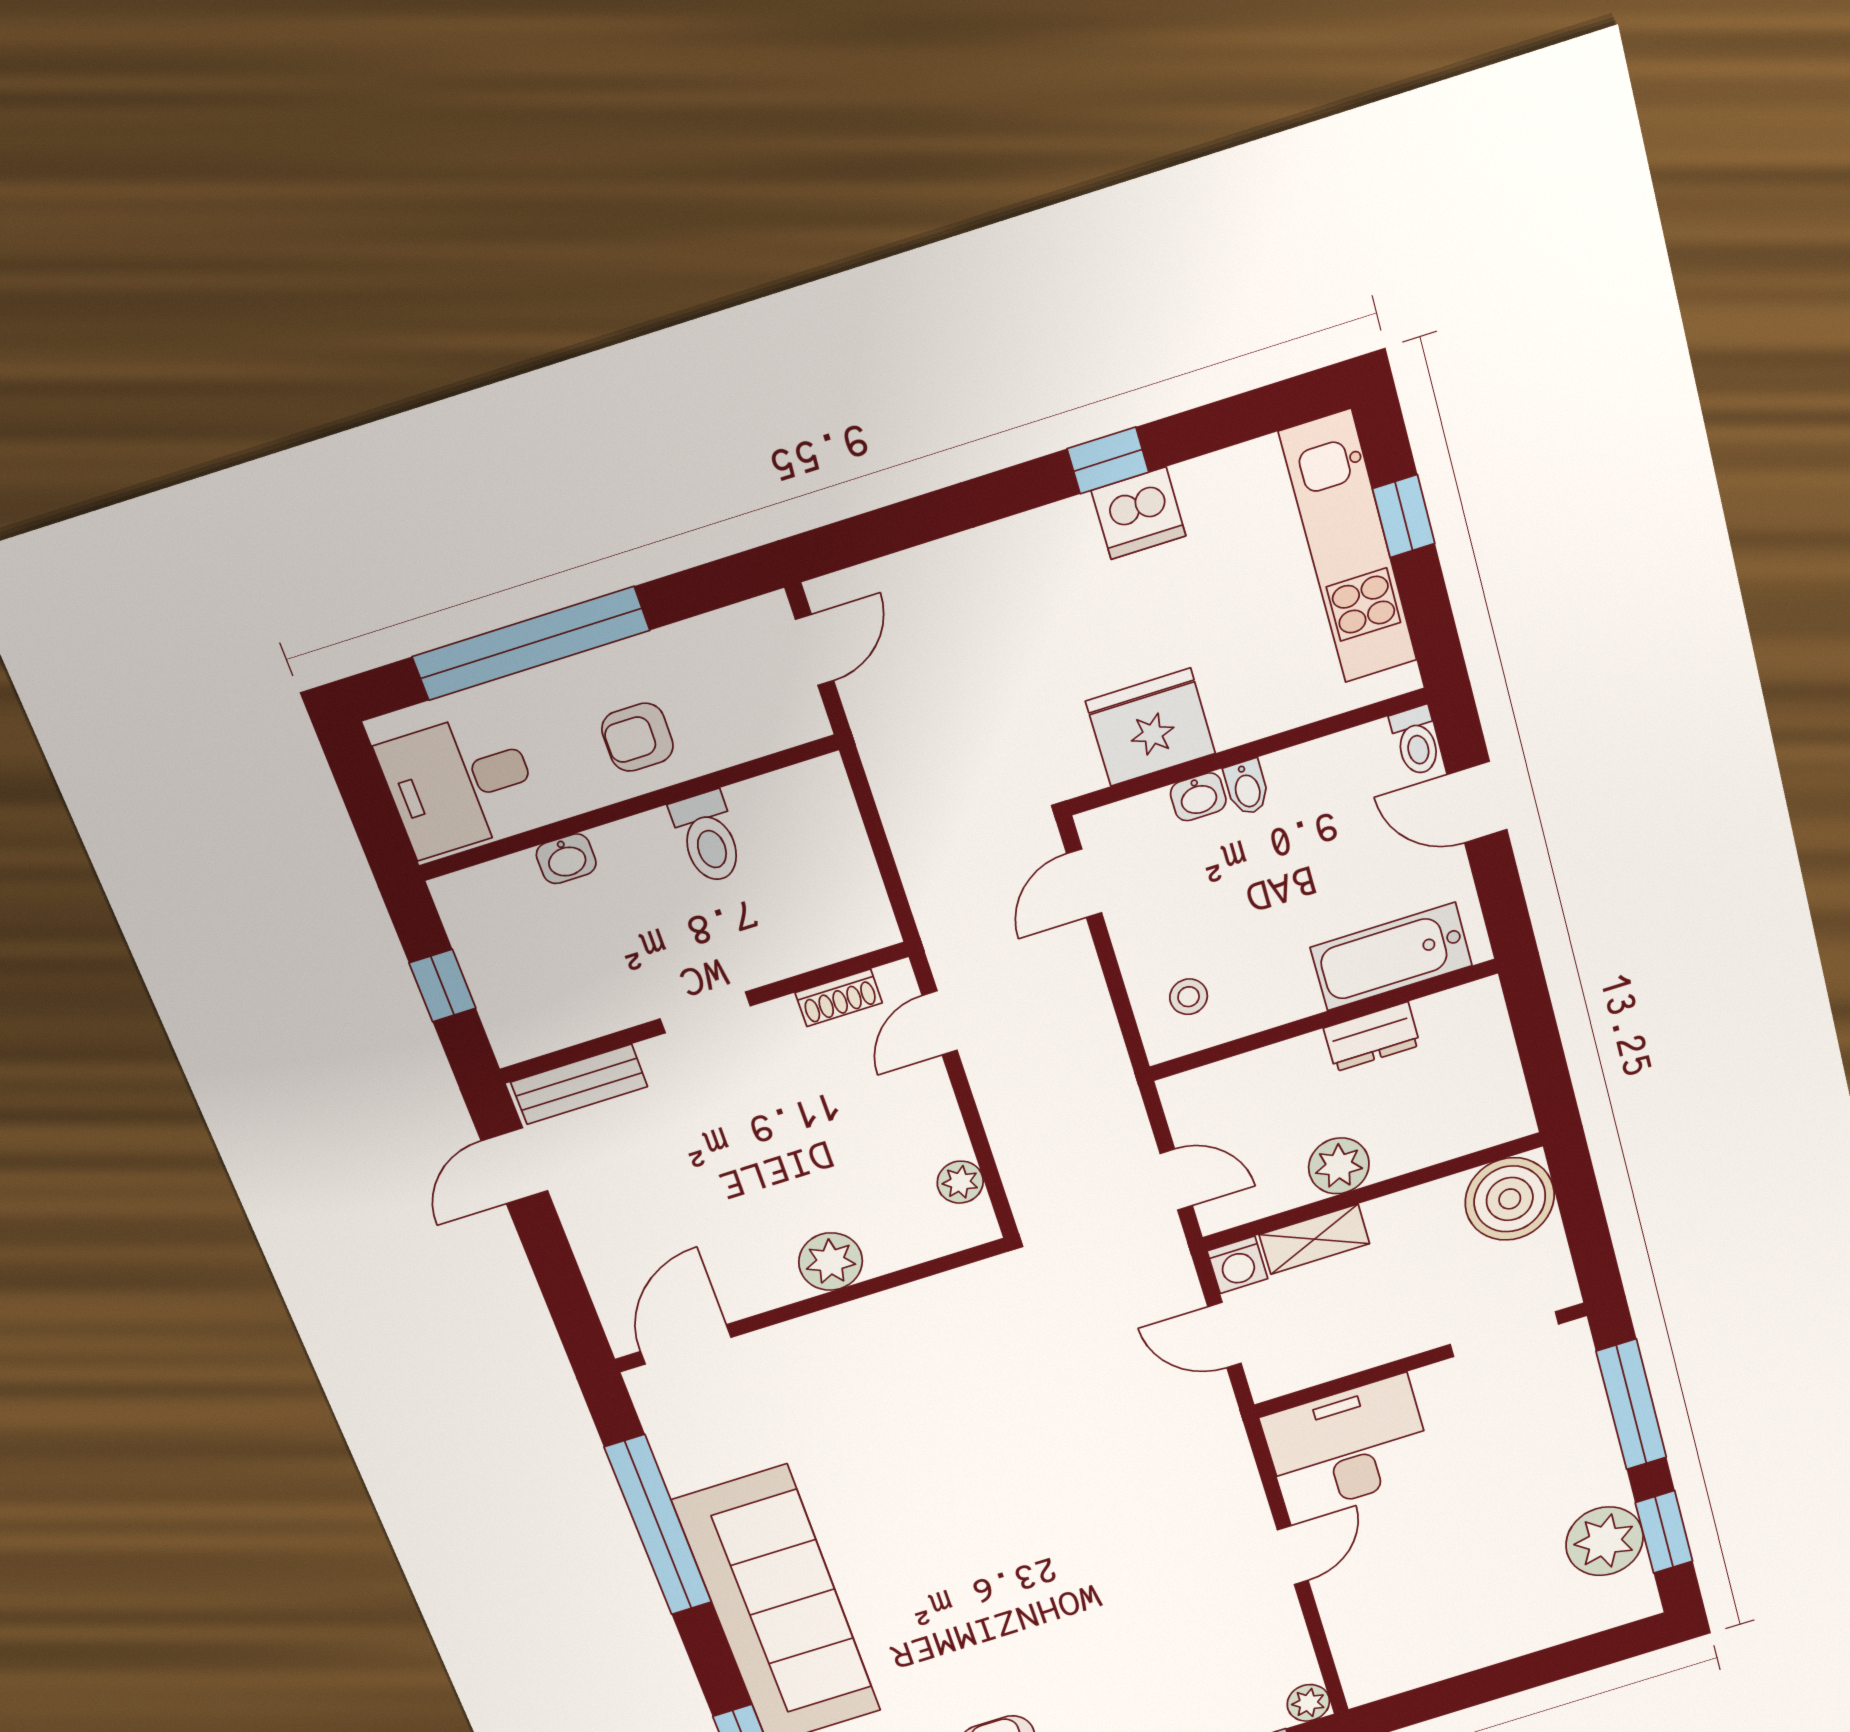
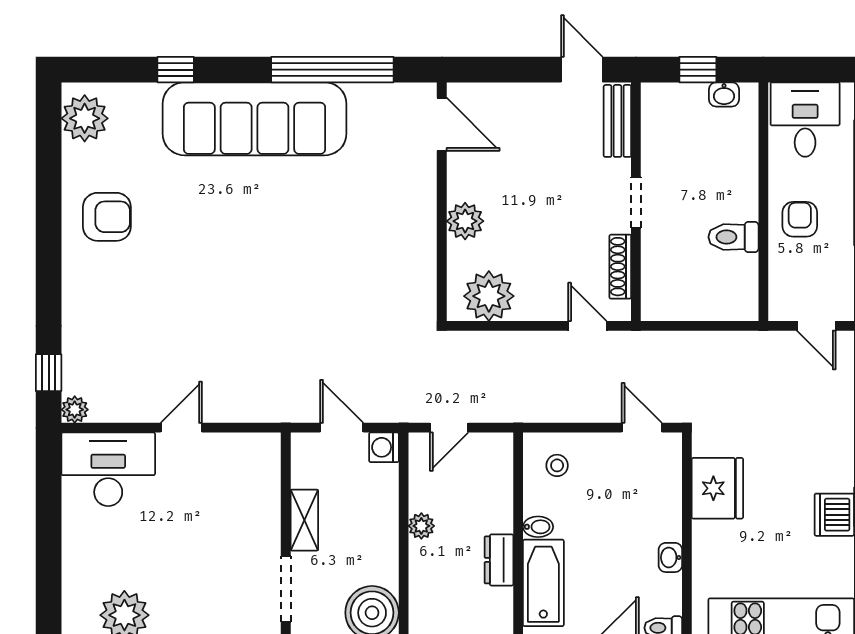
bidet: (1247, 787) -> (538, 527), moved, turned 180
washbasin: (1198, 797) -> (670, 557), moved
washbasin: (566, 859) -> (724, 94), moved, turned -90
shoe rack: (839, 998) -> (620, 267), width x1.43
plant: (1339, 1166) -> (421, 526), width x0.73, depth x0.73
plant: (960, 1182) -> (489, 296), width x1.88, depth x1.88
shelving: (1314, 1239) -> (304, 520), moved
door: (1224, 1335) -> (342, 428), hinge flipped
desk: (1348, 1445) -> (108, 469), moved, turned -90
door: (1293, 1555) -> (181, 428), swing flipped

